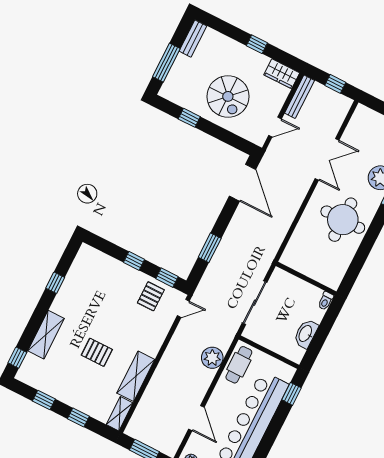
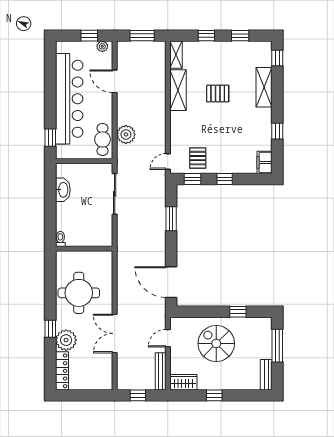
filing cabinet: (85, 257) -> (264, 162), added
wall: (306, 279) -> (84, 249), moved
toilet: (326, 301) -> (60, 239), moved

